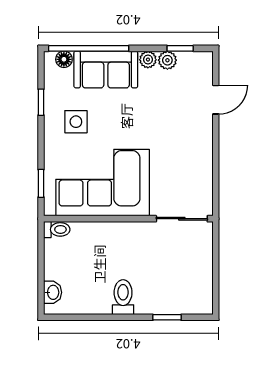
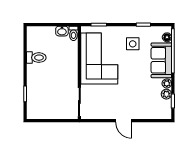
door: (216, 100) -> (124, 121), moved
washbasin: (53, 292) -> (62, 31), moved
toilet: (123, 297) -> (36, 58), moved

